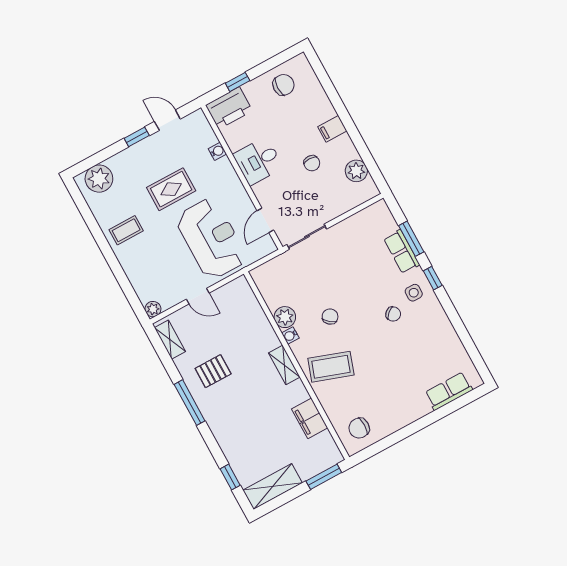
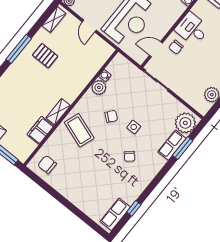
chair: (312, 163) -> (176, 47), moved
plant: (379, 222) -> (185, 123), added
window: (433, 278) -> (134, 208), moved
side table: (414, 293) -> (134, 127), moved
water cooler: (290, 335) -> (105, 76), moved
shelving: (284, 365) -> (58, 112), moved
row of seats: (449, 391) -> (115, 214), moved, turned -90

